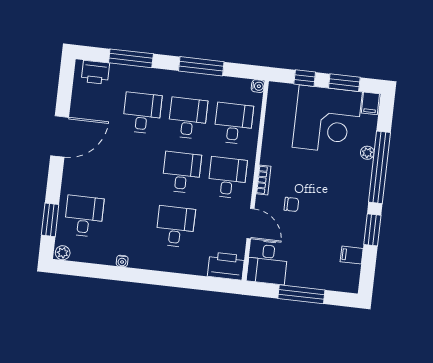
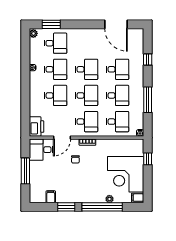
window: (131, 58) -> (148, 60), width x0.46
printer: (95, 72) -> (137, 40), removed
window: (344, 83) -> (148, 181), removed
door: (60, 136) -> (116, 24), moved
desk: (136, 167) -> (86, 69), added
desk: (130, 221) -> (55, 69), added

